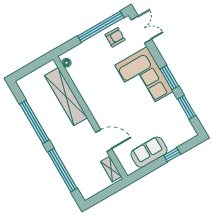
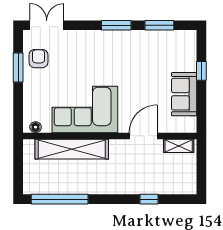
window: (101, 27) -> (18, 67), width x0.47
corner sofa: (144, 78) -> (85, 109), moved, turned 180
window: (34, 122) -> (60, 199), moved
window: (62, 170) -> (149, 199), width x0.32

